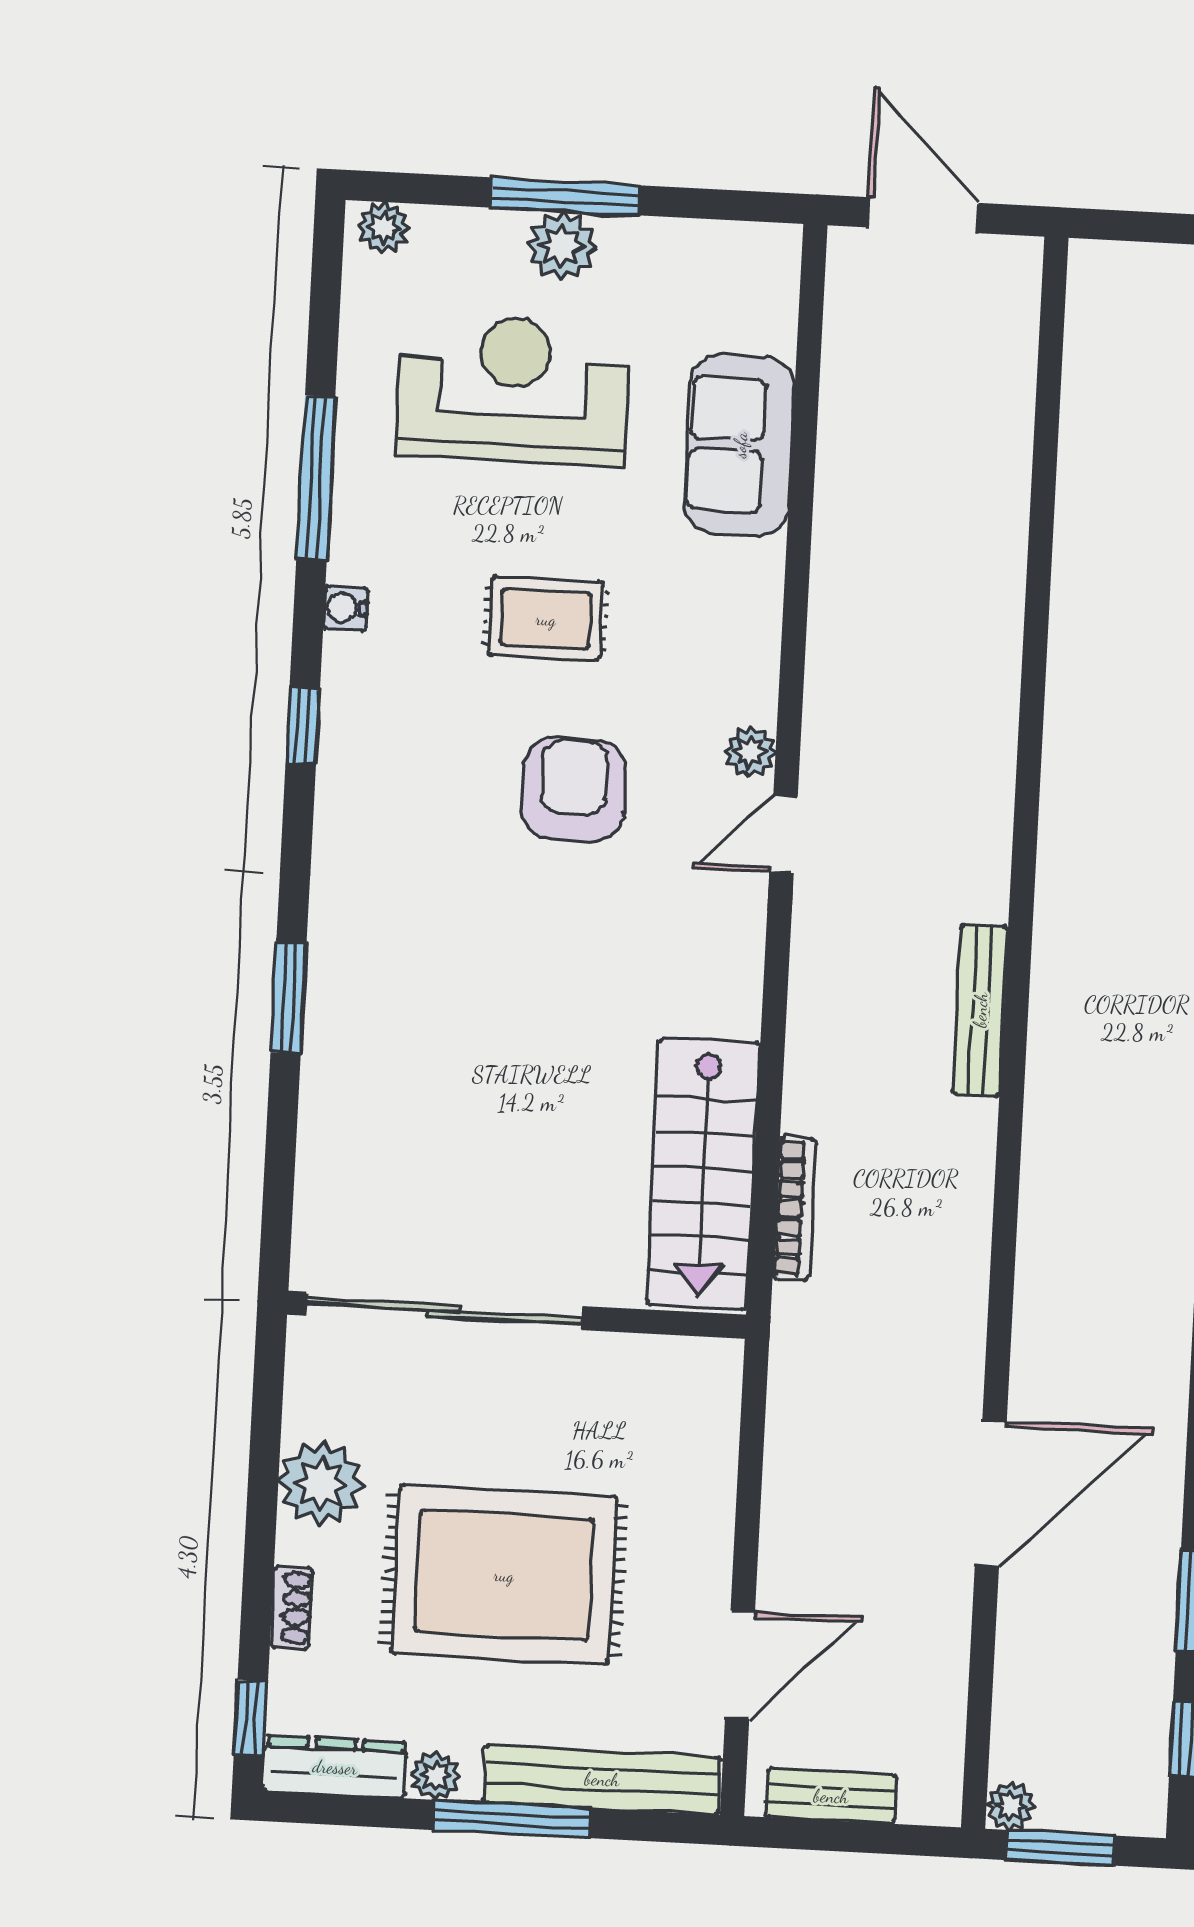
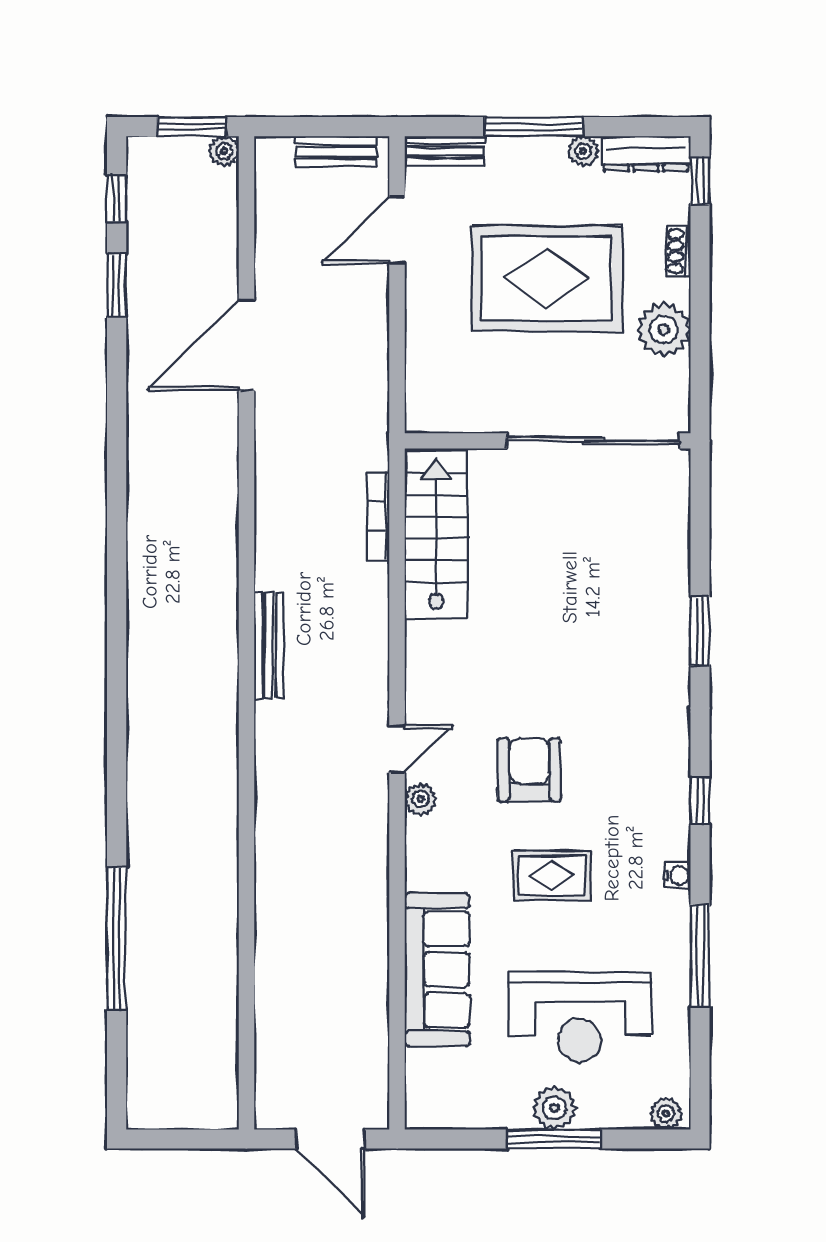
sofa: (740, 445) -> (437, 970), width x1.36
armchair: (574, 789) -> (529, 770), turned 180
bench: (602, 1779) -> (445, 151), width x0.54, depth x0.82

